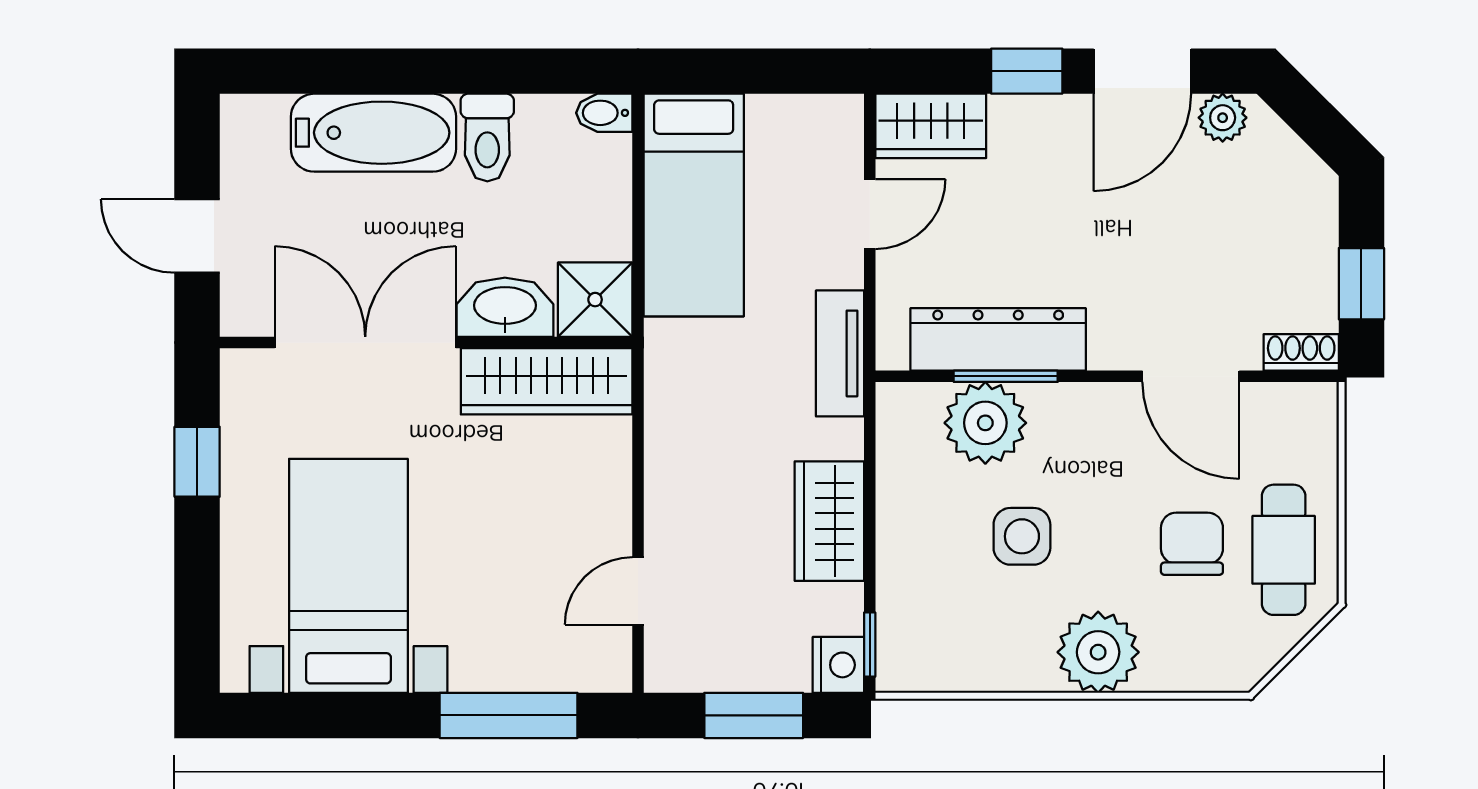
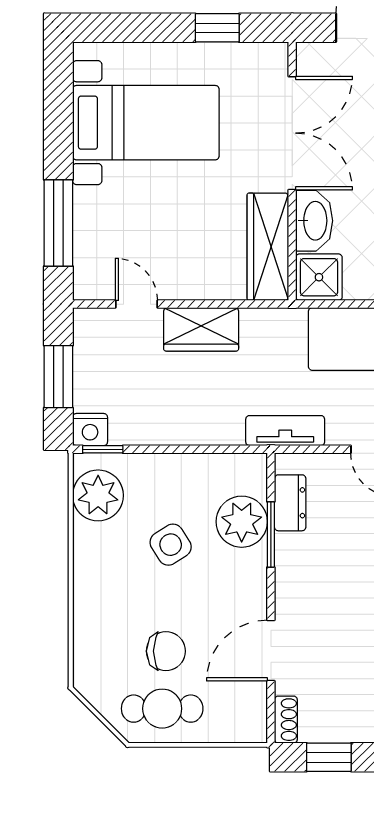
dresser: (998, 339) -> (290, 503), width x0.51, depth x0.80
wardrobe: (829, 521) -> (201, 329), moved, turned 180
side table: (1022, 536) -> (171, 545), turned -32
plant: (1098, 652) -> (98, 495), moved

